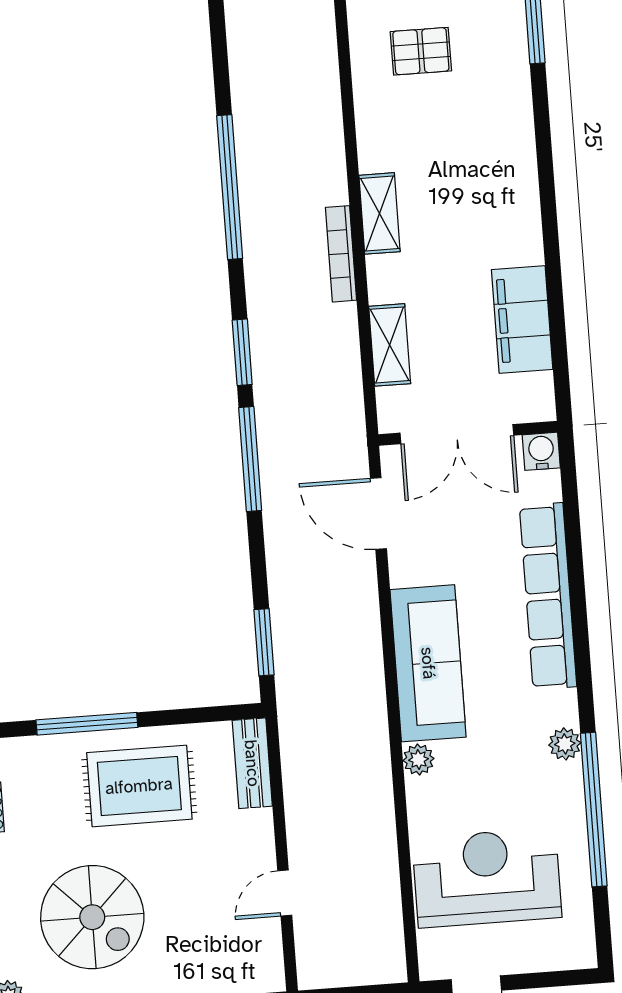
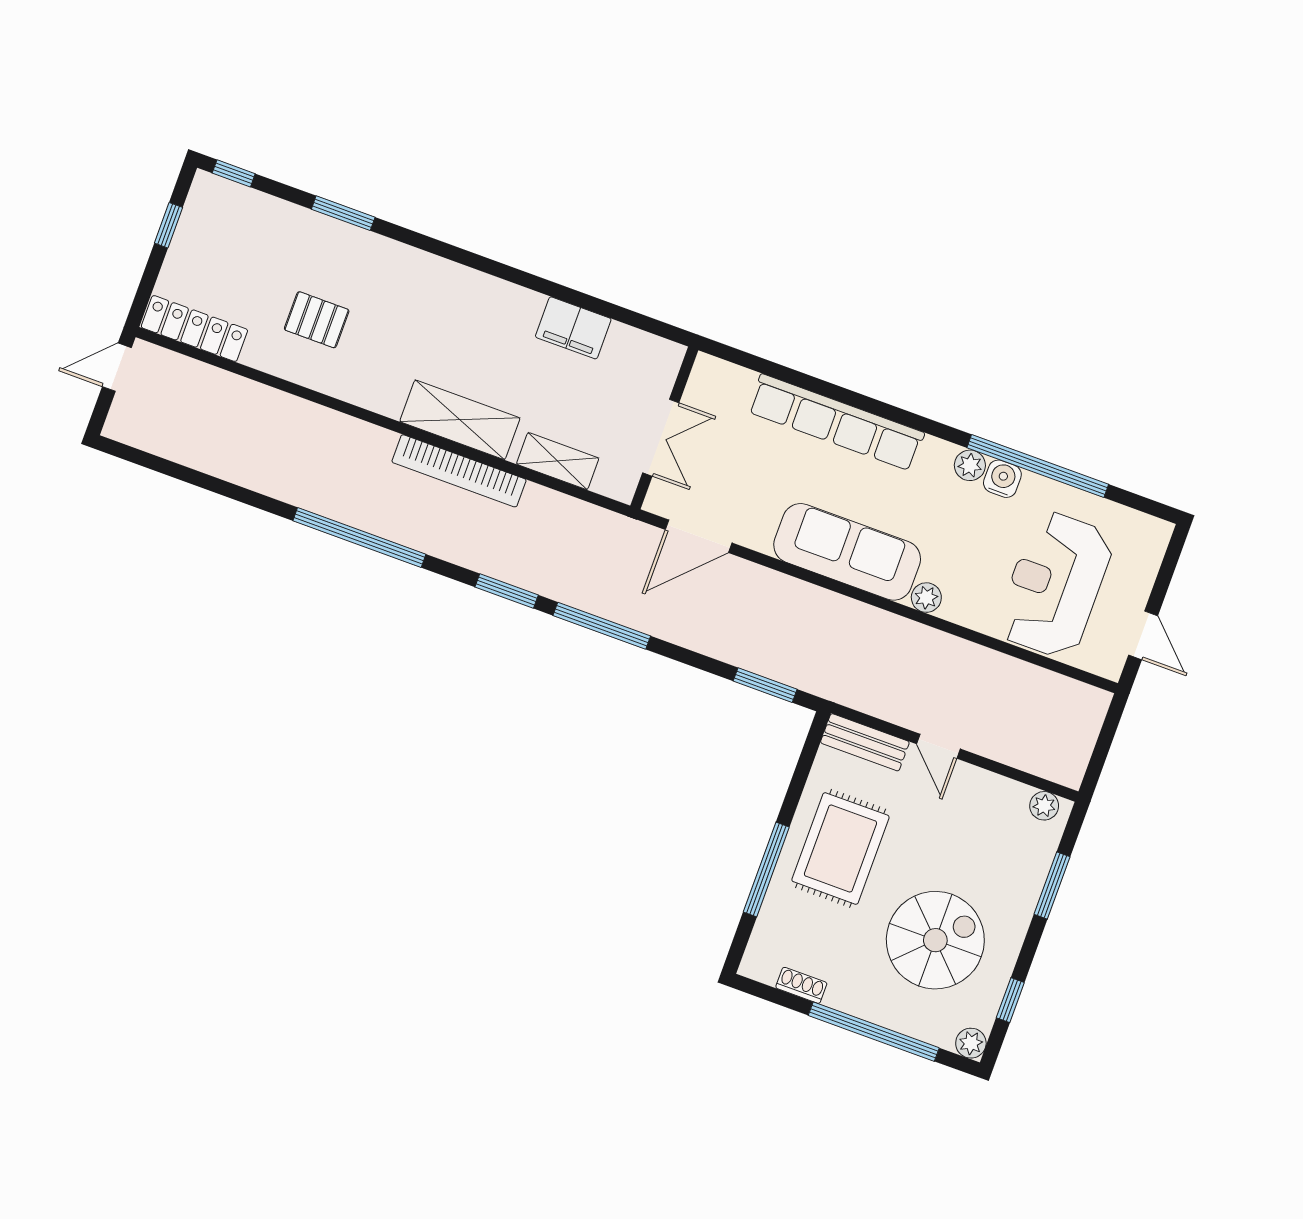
pallet: (421, 51) -> (317, 320), turned 90
shelving: (379, 213) -> (460, 420), width x1.50, depth x1.33
bookcase: (341, 254) -> (459, 471), width x1.48, depth x1.31
filing cabinet: (522, 320) -> (573, 328), width x0.67, depth x0.86
double door: (457, 434) -> (661, 438), width x0.73
water cooler: (541, 451) -> (1002, 479), moved, turned 90
door: (285, 893) -> (938, 746), moved
plant: (269, 964) -> (1044, 806), added

